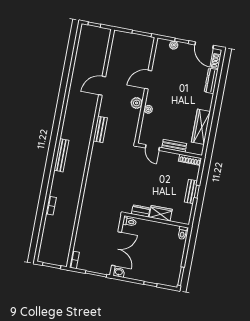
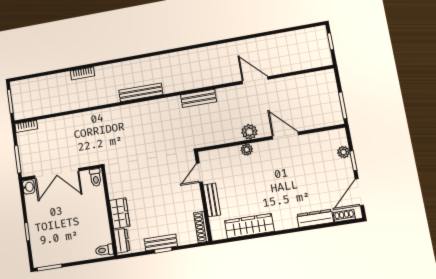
bench: (61, 155) -> (141, 92), moved
dresser: (141, 211) -> (122, 241), moved

